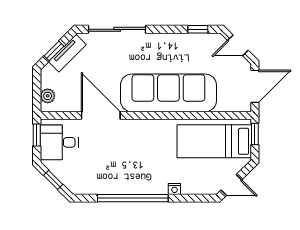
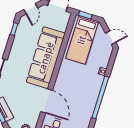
door: (101, 115) -> (47, 101), swing flipped
door: (231, 185) -> (111, 38), hinge flipped

